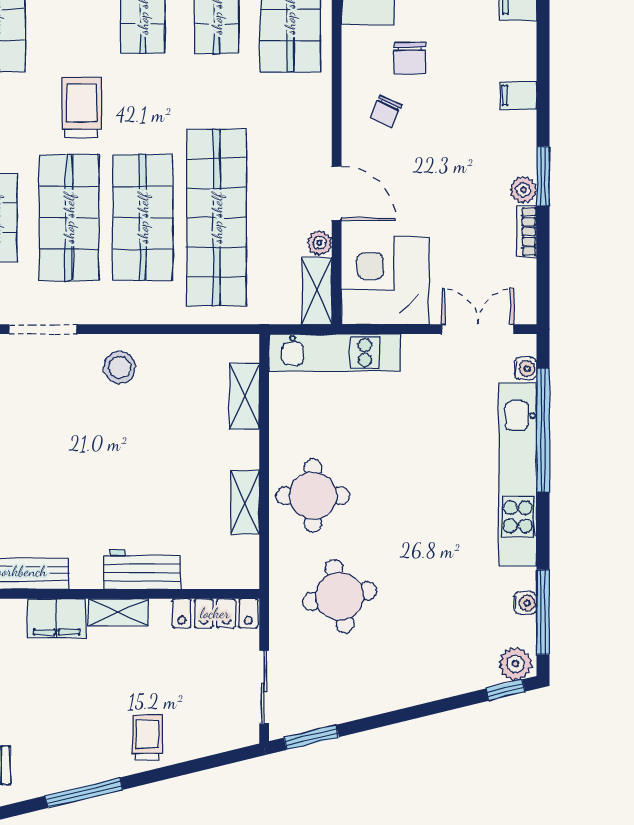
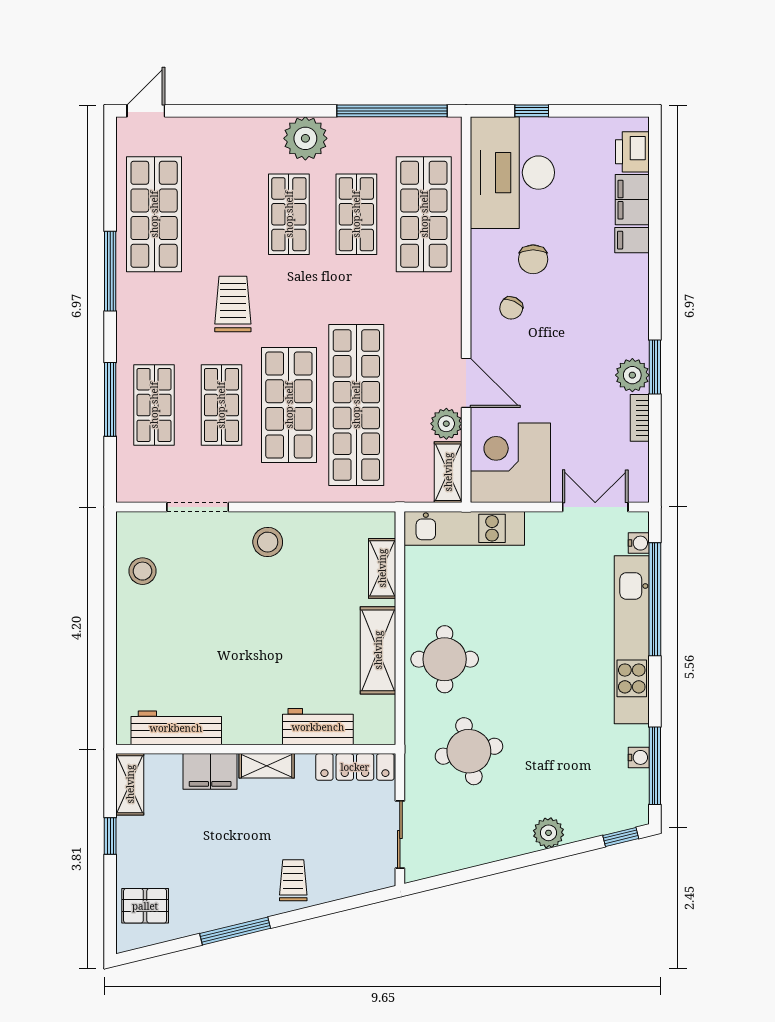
filing cabinet: (518, 95) -> (632, 240), moved
plant: (523, 190) -> (632, 375), width x1.38, depth x1.38
shop shelf: (69, 218) -> (221, 405), width x0.70, depth x0.74
plant: (319, 243) -> (446, 424), width x1.38, depth x1.38
shelving: (245, 502) -> (378, 650), width x1.50, depth x1.33
workbench: (142, 569) -> (318, 727), moved
plant: (515, 664) -> (548, 833), moved
window: (311, 737) -> (443, 880), removed

